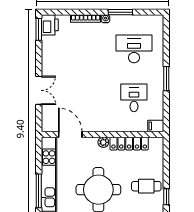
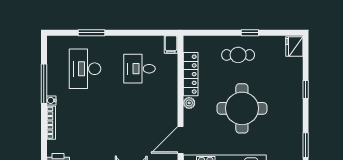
window: (120, 12) -> (44, 84), width x1.44
window: (166, 79) -> (91, 33), moved
cafe table: (146, 186) -> (238, 55), turned 90

